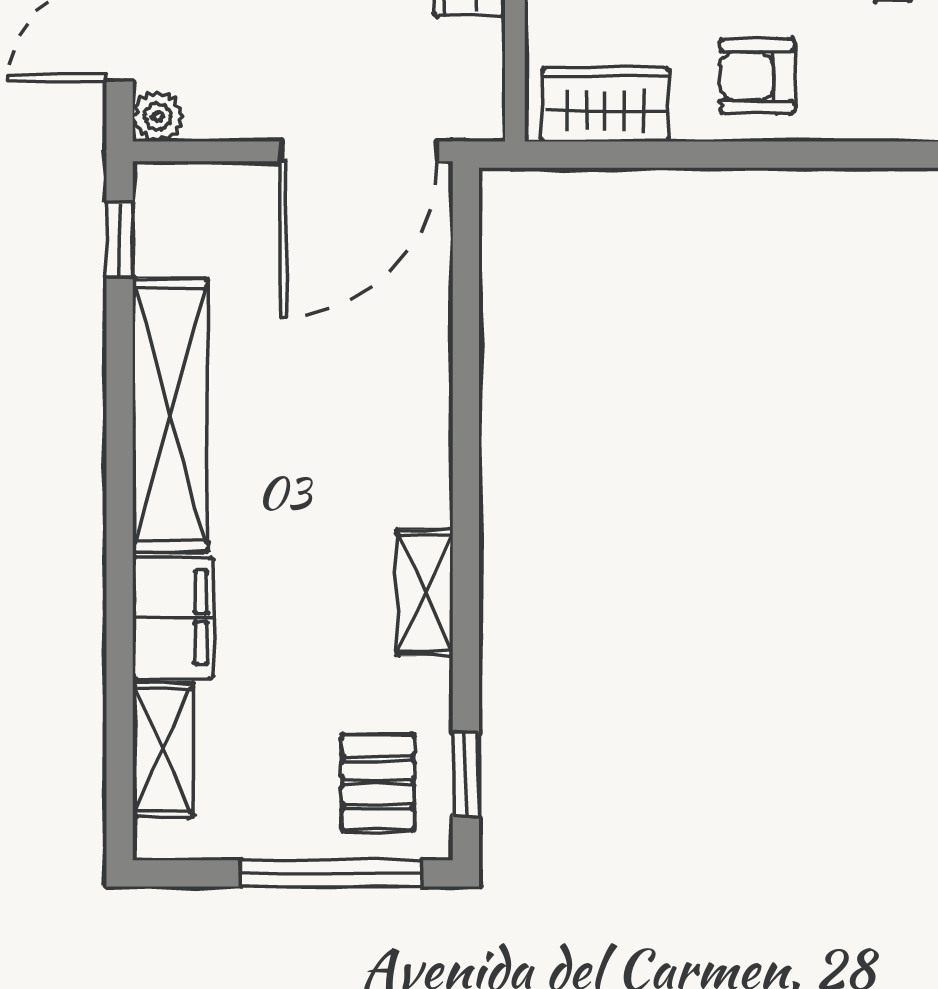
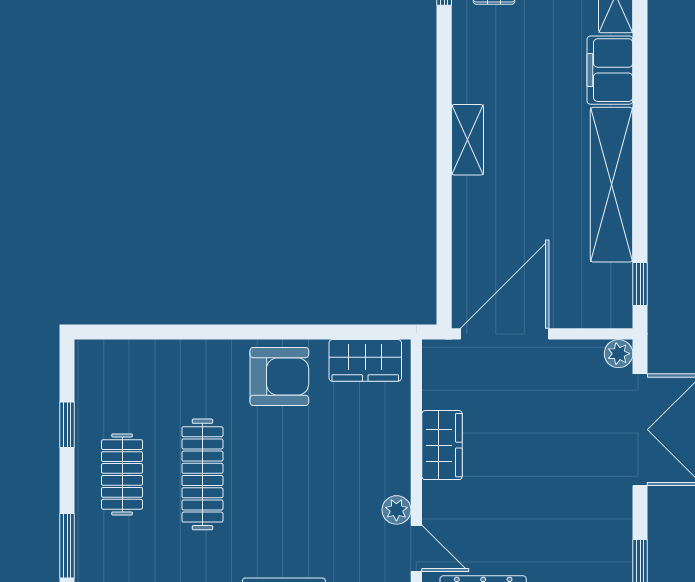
armchair: (757, 76) -> (279, 376), width x1.38, depth x1.38
shelving: (425, 592) -> (467, 140), moved

